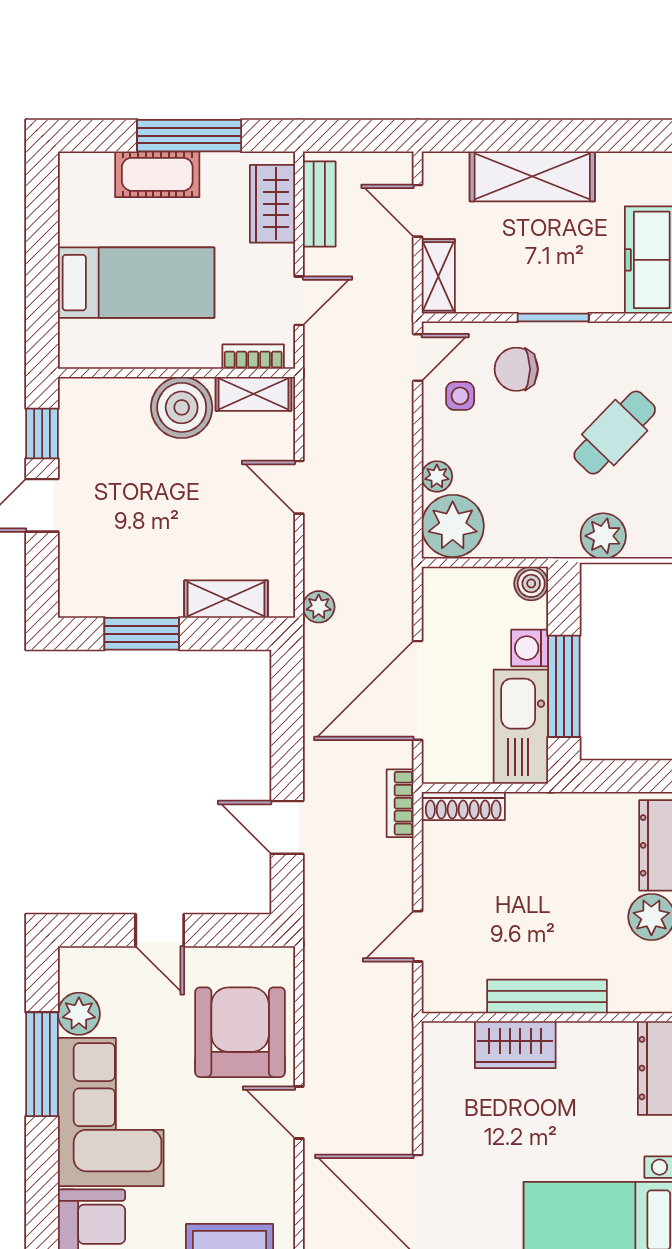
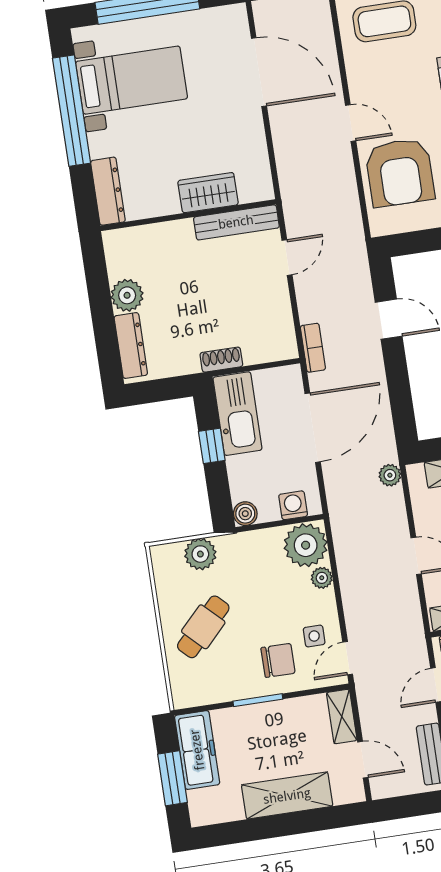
washing machine: (530, 648) -> (293, 505), moved, turned -90
window: (564, 686) -> (212, 446), width x0.46
shoe rack: (463, 806) -> (221, 360), moved, width x0.70
bench: (547, 997) -> (236, 222), moved

